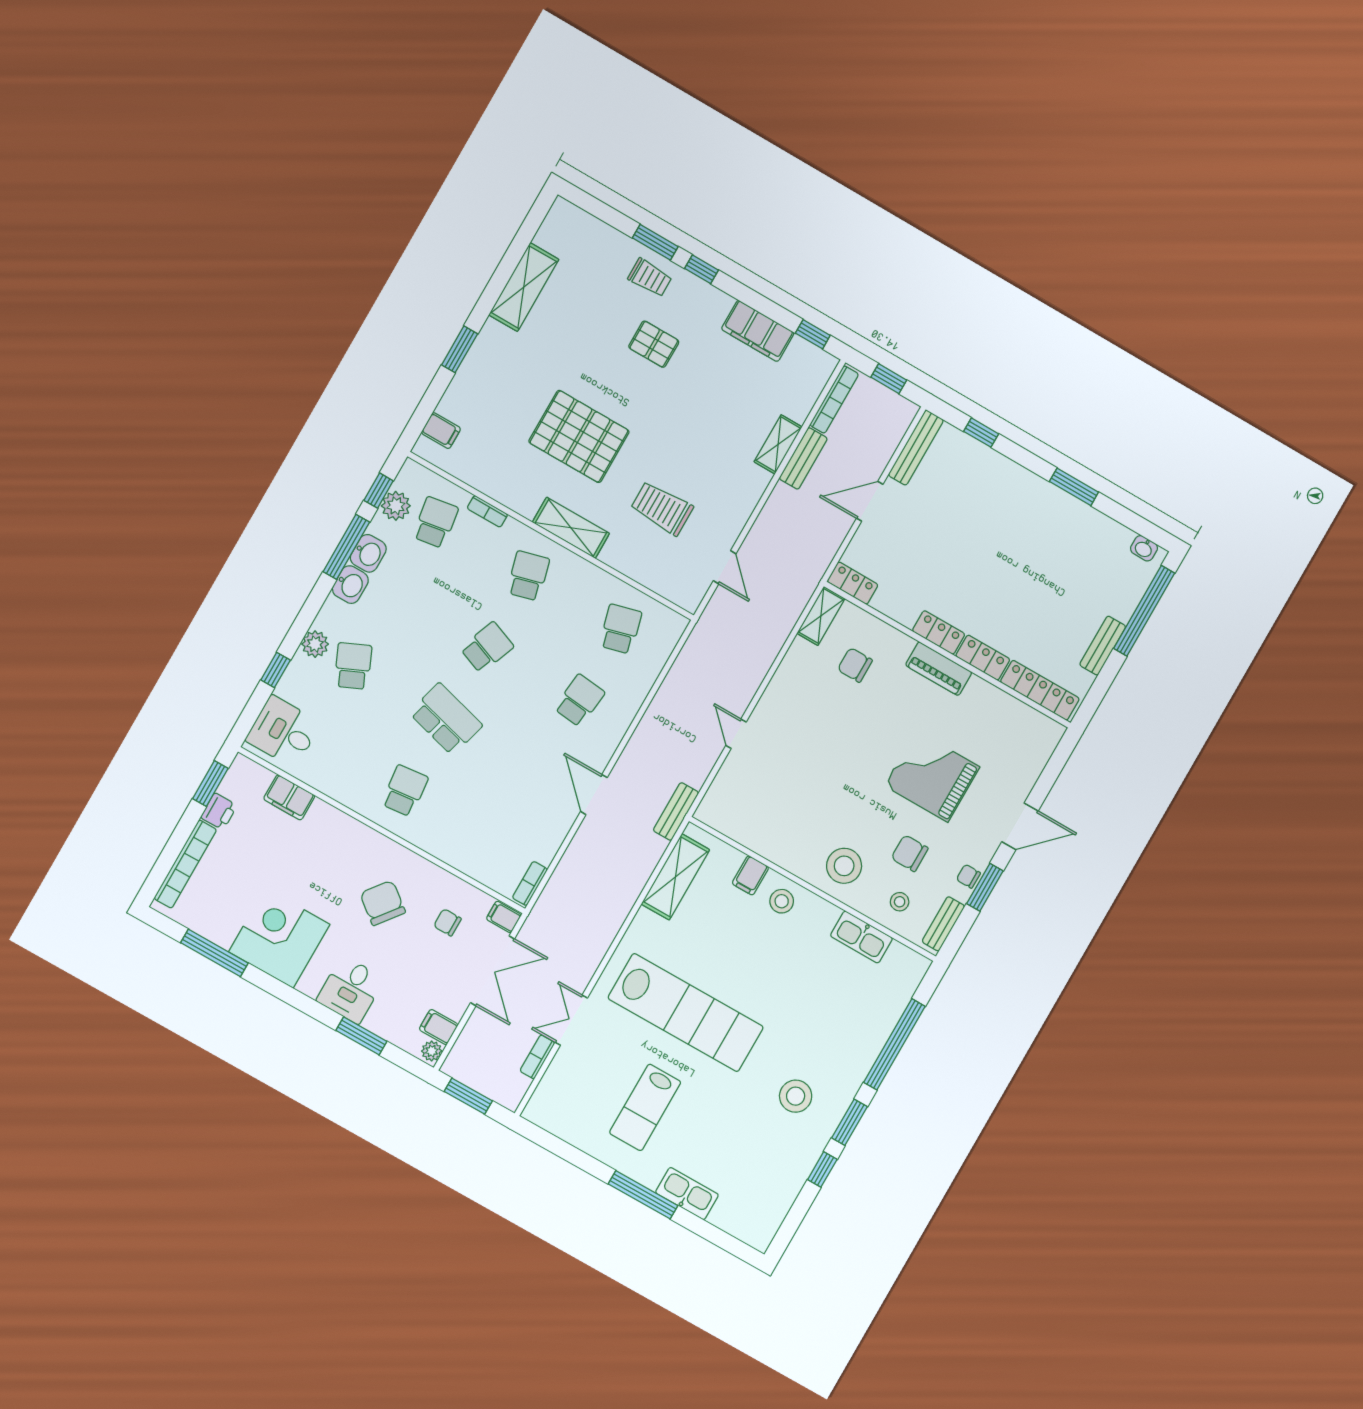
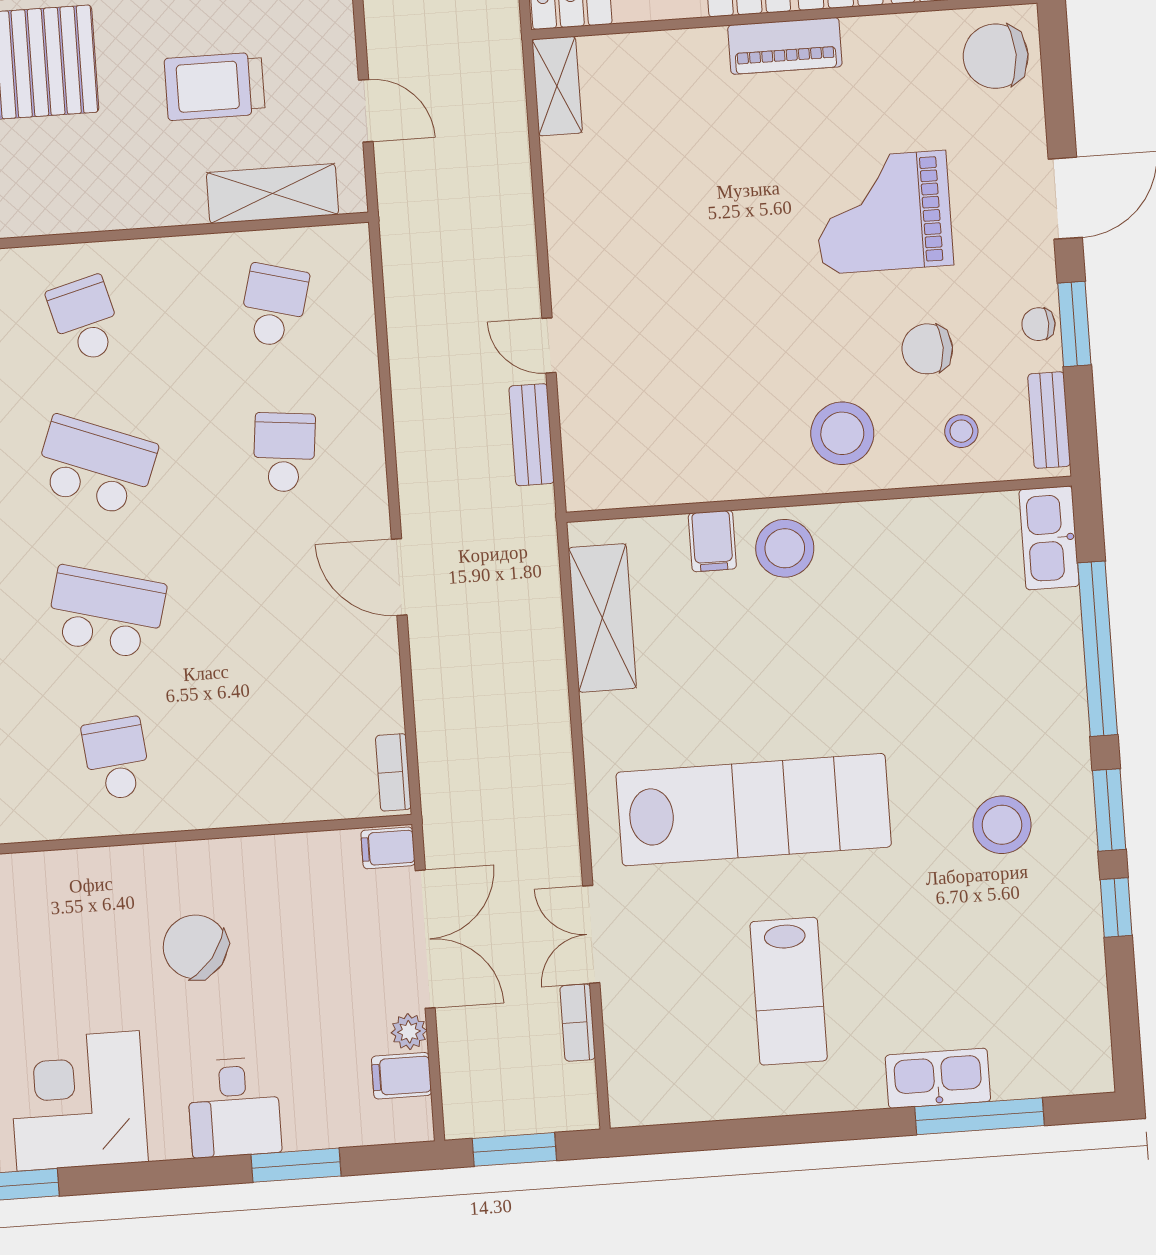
shelving: (571, 528) -> (272, 194), moved
school desk: (621, 629) -> (274, 306), turned 30
school desk: (487, 647) -> (95, 466), width x1.85
chair: (855, 665) -> (996, 56), moved, width x1.37, depth x1.37
bench: (676, 812) -> (532, 435), moved
stool: (782, 901) -> (785, 548), width x1.38, depth x1.38
chair: (447, 922) -> (310, 912), removed
kitchen sink: (861, 937) -> (1049, 538), moved, turned 90
plant: (432, 1051) -> (409, 1032), moved
window: (643, 1195) -> (979, 1116), moved

